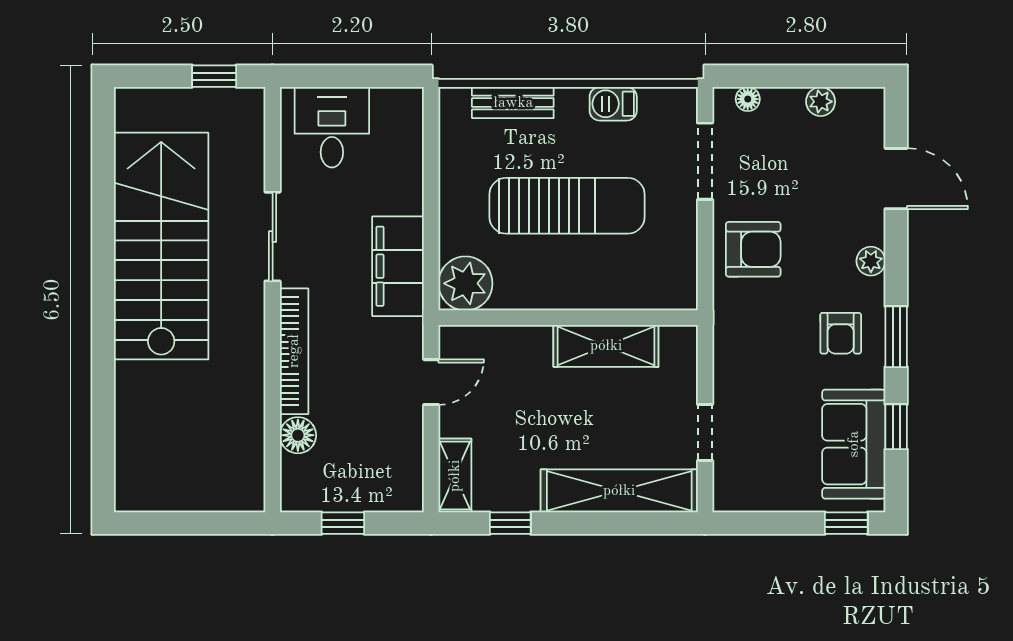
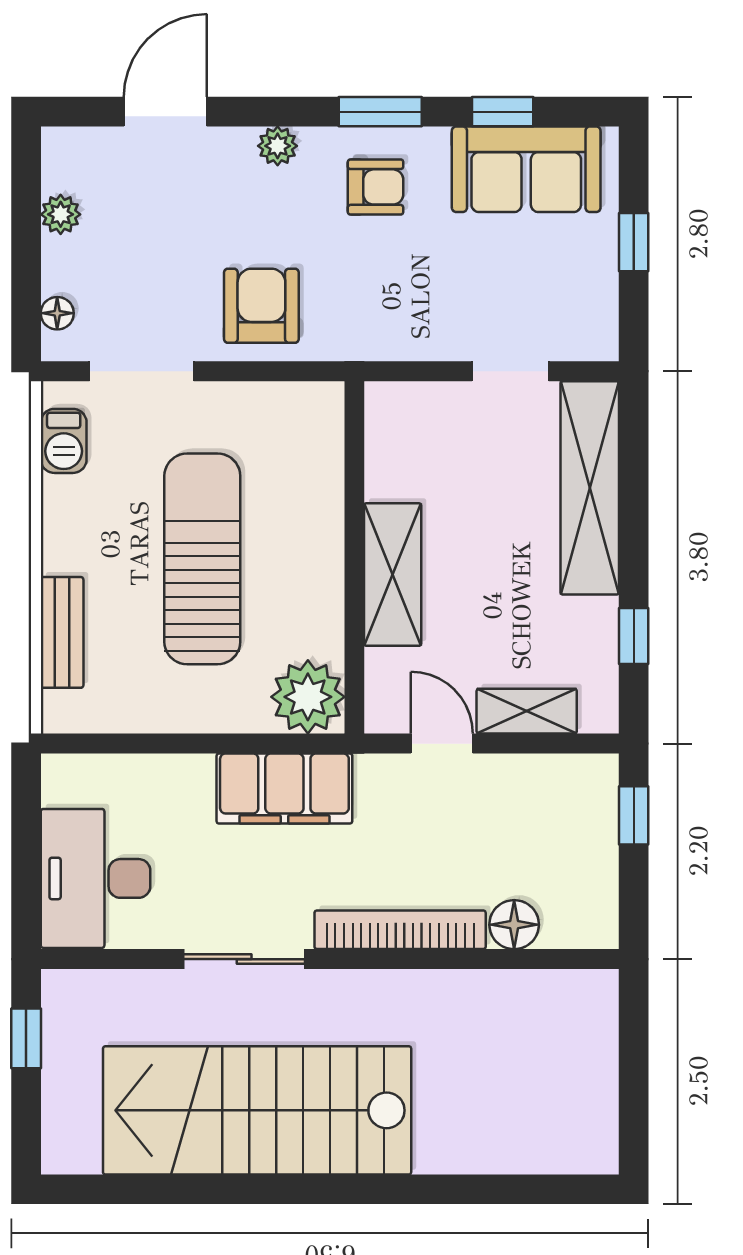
barbecue: (613, 104) -> (64, 441), moved
desk: (332, 127) -> (96, 878), width x1.37
shelving: (606, 346) -> (393, 575), moved
shelving: (455, 476) -> (527, 711), moved
window: (343, 523) -> (634, 815), moved
window: (846, 523) -> (634, 242), moved

